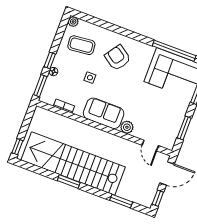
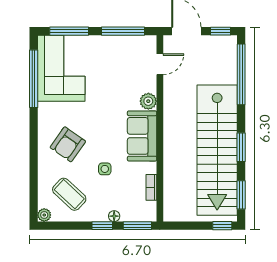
coffee table: (81, 45) -> (69, 194), turned -41
window: (184, 128) -> (123, 31), width x1.44
window: (34, 169) -> (241, 195), added
window: (121, 201) -> (241, 74), width x2.11

